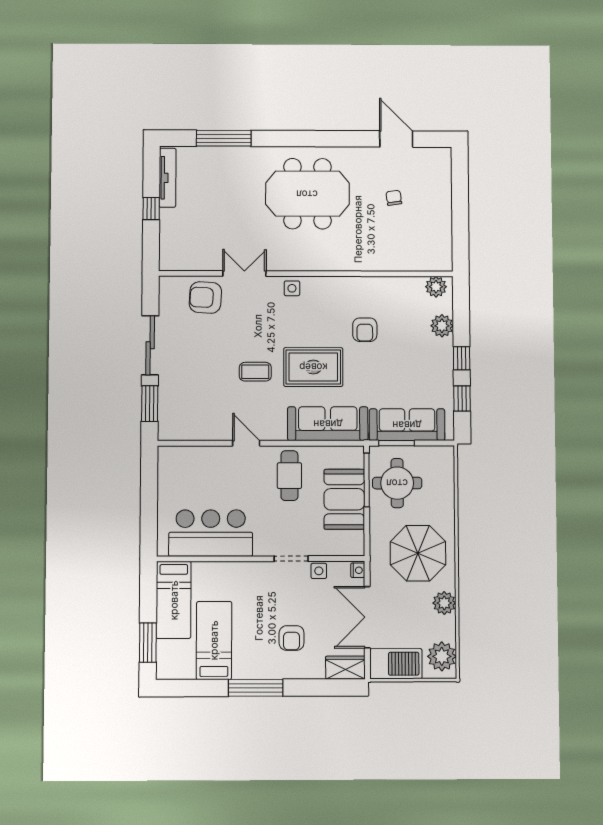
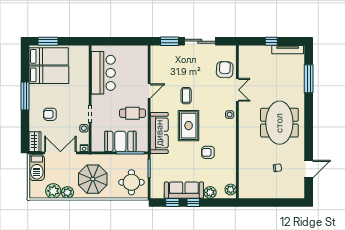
sofa: (407, 425) -> (184, 190), moved, turned -90
round table: (397, 483) -> (131, 182), moved
bed: (174, 600) -> (49, 56), moved, turned 180
plant: (442, 656) -> (53, 191), moved

